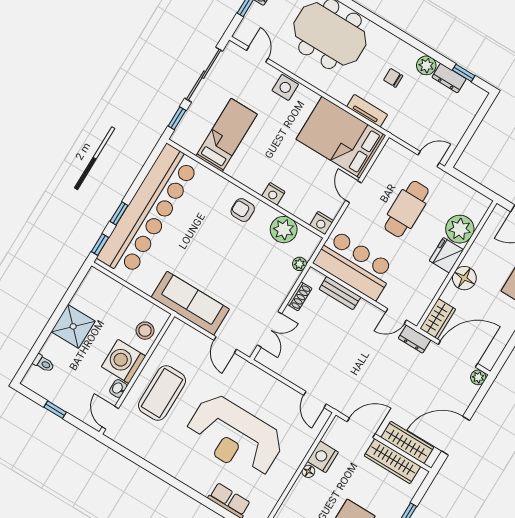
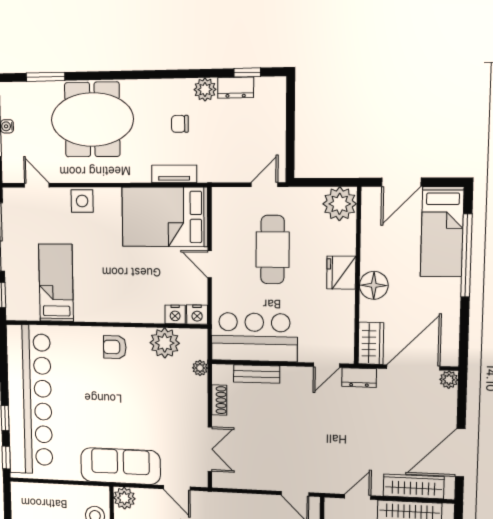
nightstand: (273, 194) -> (175, 314), moved
plant: (460, 229) -> (340, 204), moved
plant: (178, 330) -> (124, 498), added
door: (361, 428) -> (358, 497), width x0.73

